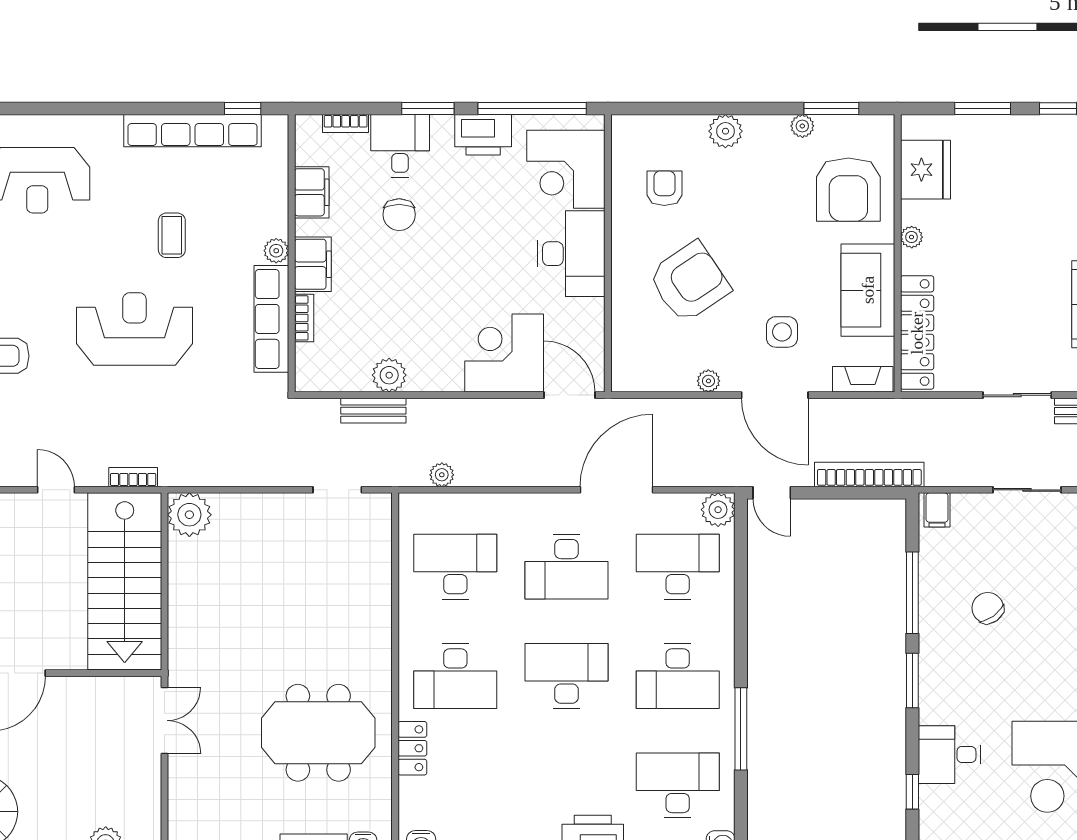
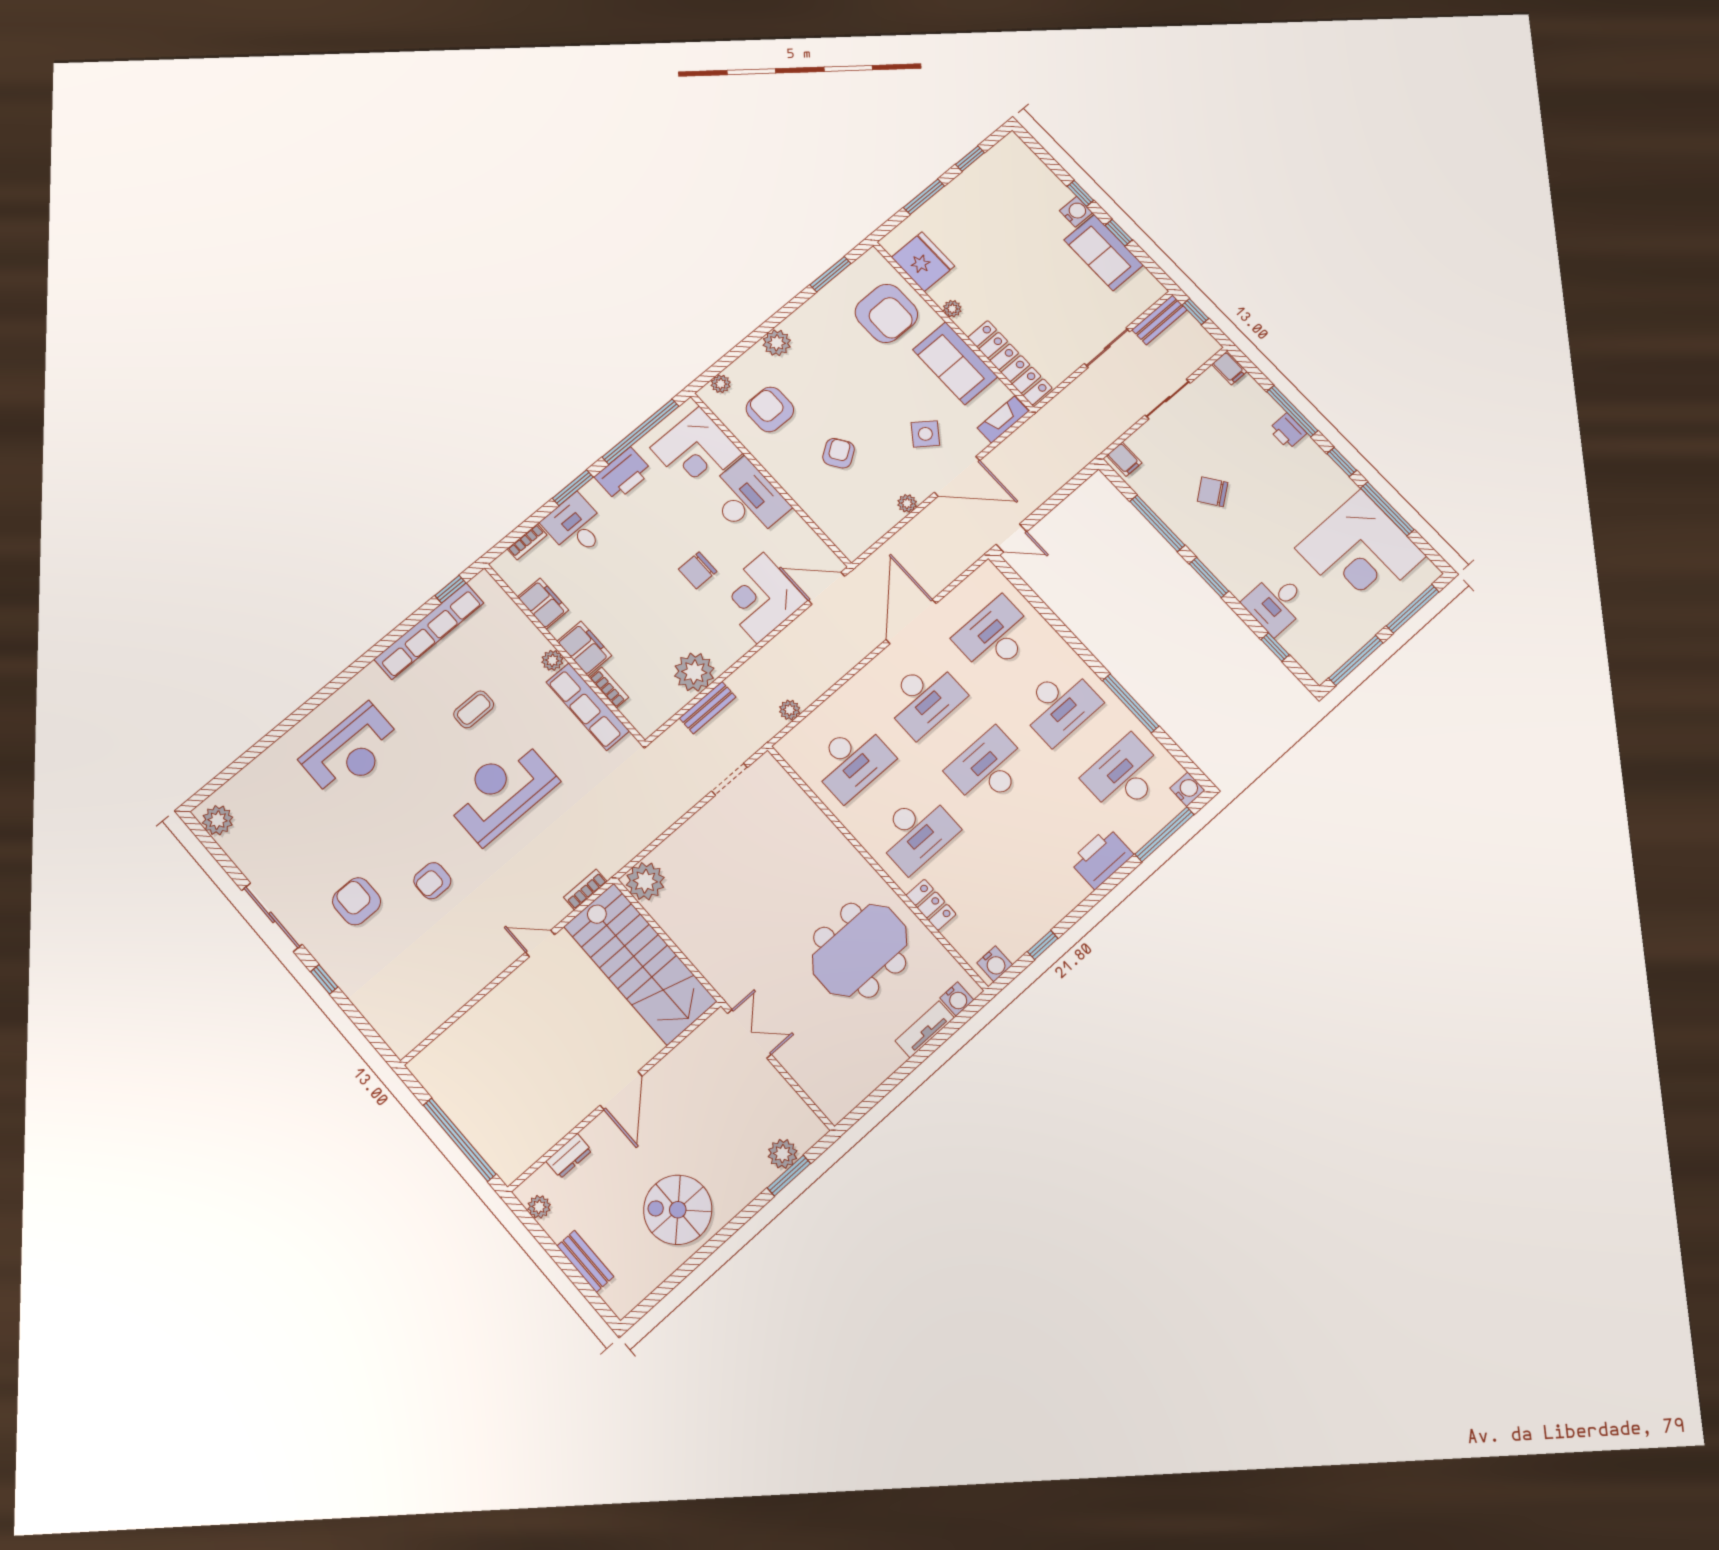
plant: (802, 126) -> (721, 384), moved
armchair: (664, 188) -> (770, 409), width x1.38, depth x1.38
chair: (399, 215) -> (698, 570), moved, turned 90
coffee table: (172, 235) -> (474, 709), turned 90
armchair: (689, 282) -> (839, 453), width x0.53, depth x0.53
side table: (782, 332) -> (925, 434), turned 37
plant: (389, 375) -> (694, 672), width x1.36, depth x1.36
bookcase: (869, 474) -> (1062, 474), removed
plant: (718, 510) -> (987, 578), removed
desk: (455, 567) -> (852, 761), turned 180

